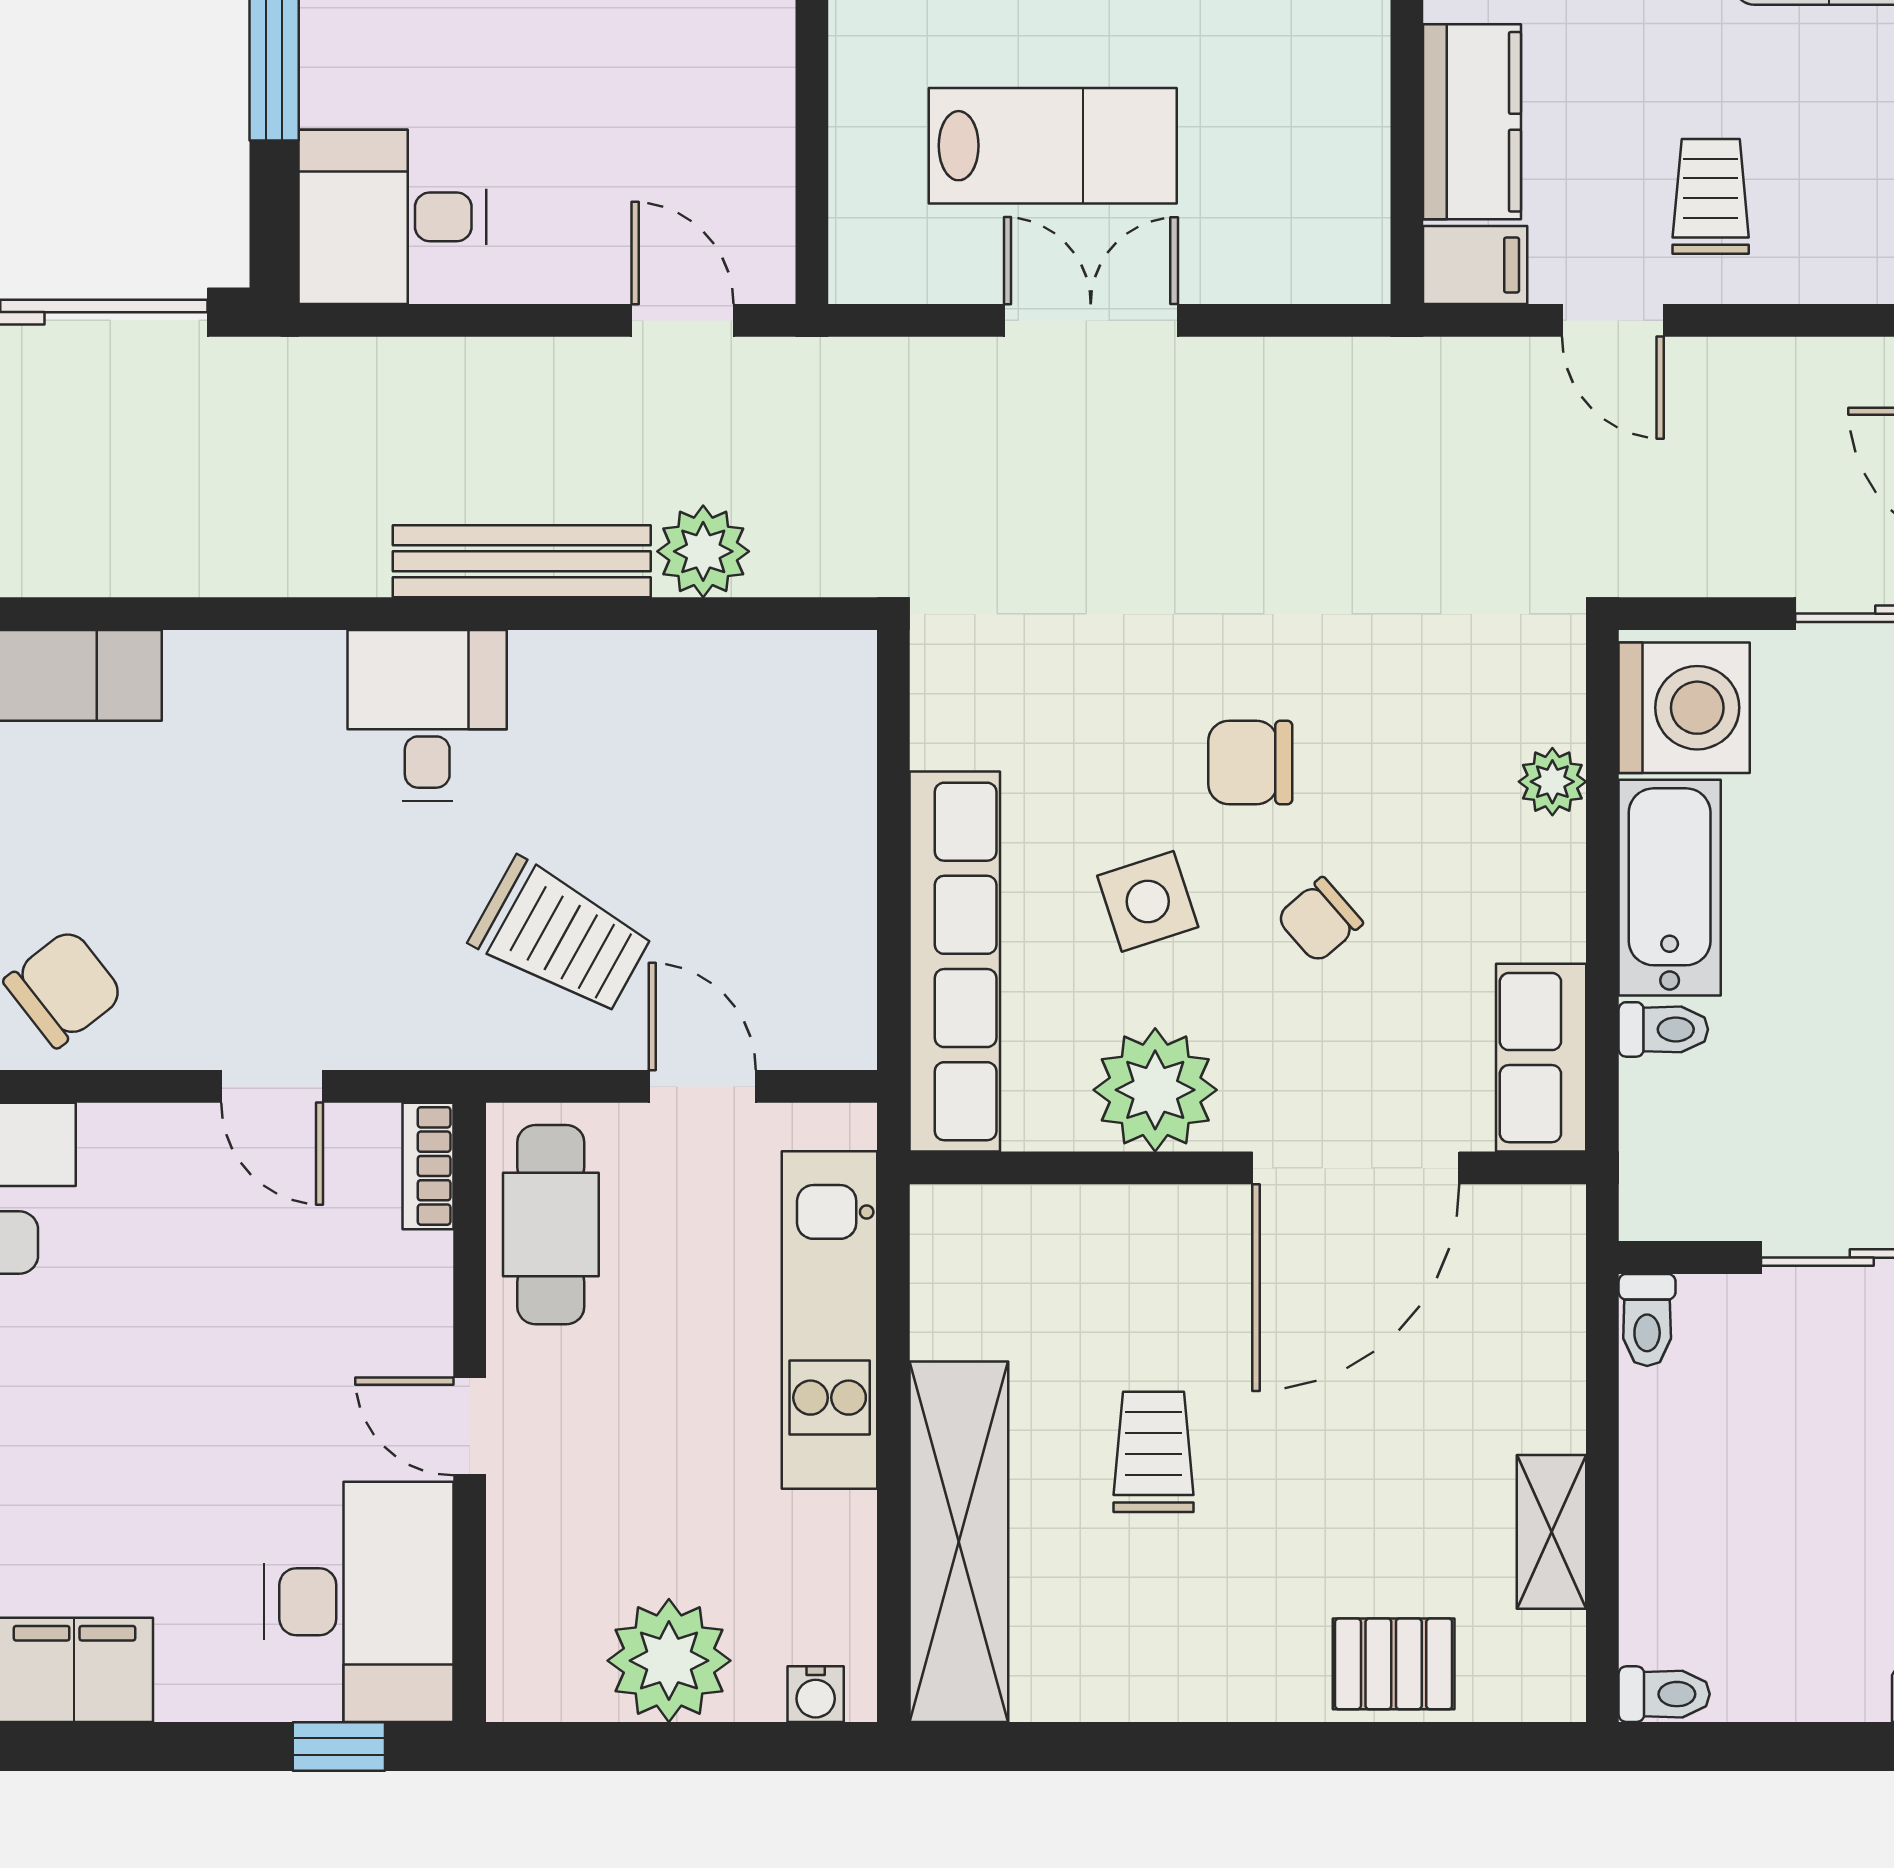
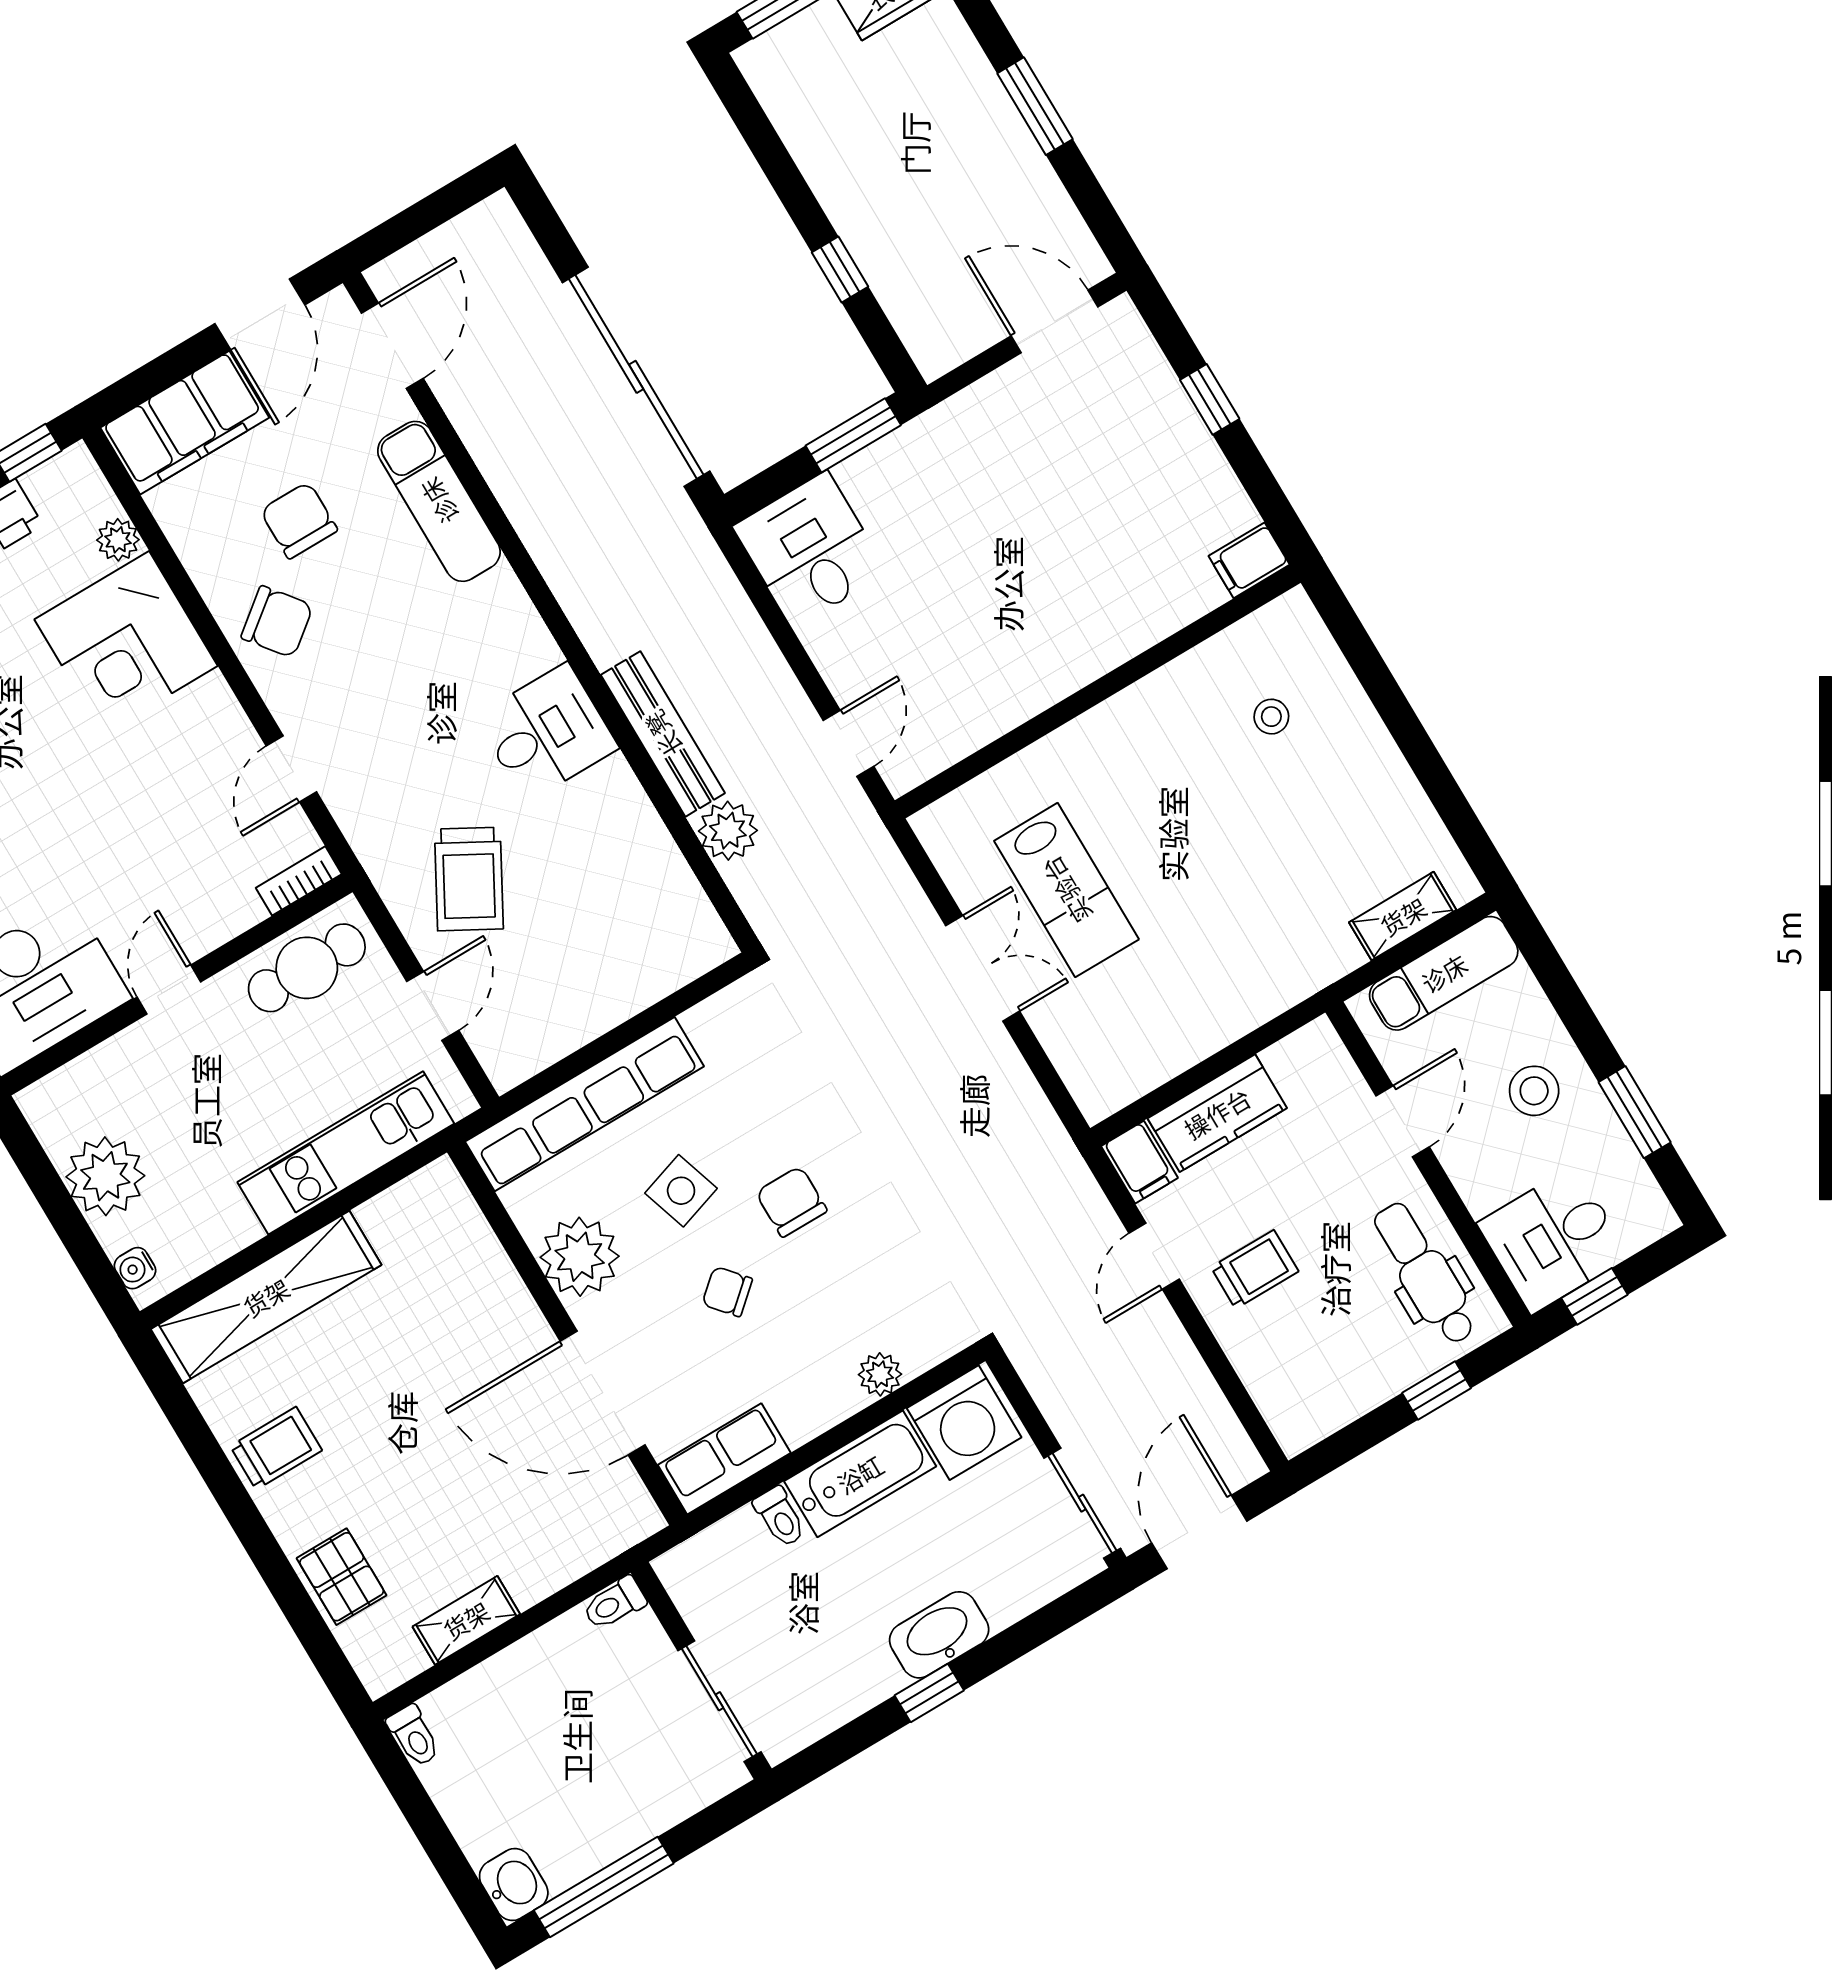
trolley: (1154, 1452) -> (276, 1448), moved

